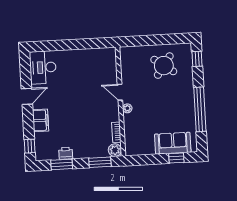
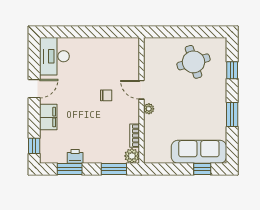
window: (197, 59) -> (232, 70), moved
round table: (164, 66) -> (193, 62), turned 38
chair: (90, 99) -> (106, 95), added
window: (200, 109) -> (232, 114), width x0.47
sofa: (173, 143) -> (199, 152), width x1.36

